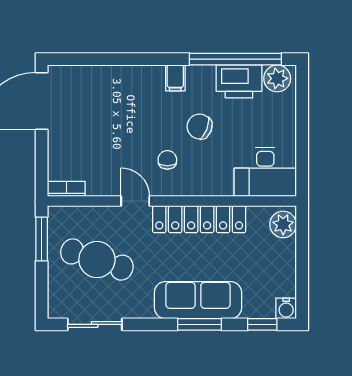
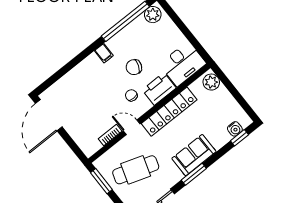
printer: (239, 81) -> (159, 89), moved, turned 180
bookcase: (66, 189) -> (110, 135), moved
sofa: (198, 300) -> (194, 155), width x0.73
water cooler: (286, 308) -> (235, 129), moved
window: (200, 324) -> (194, 174), moved

